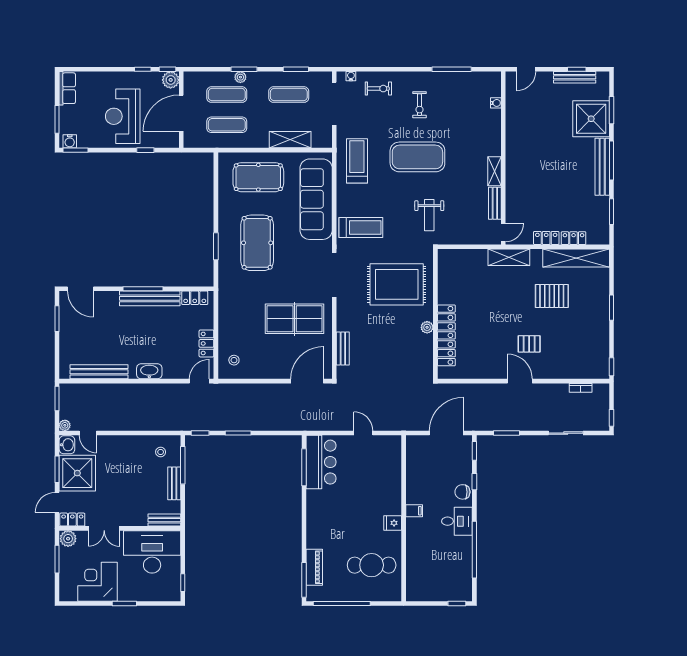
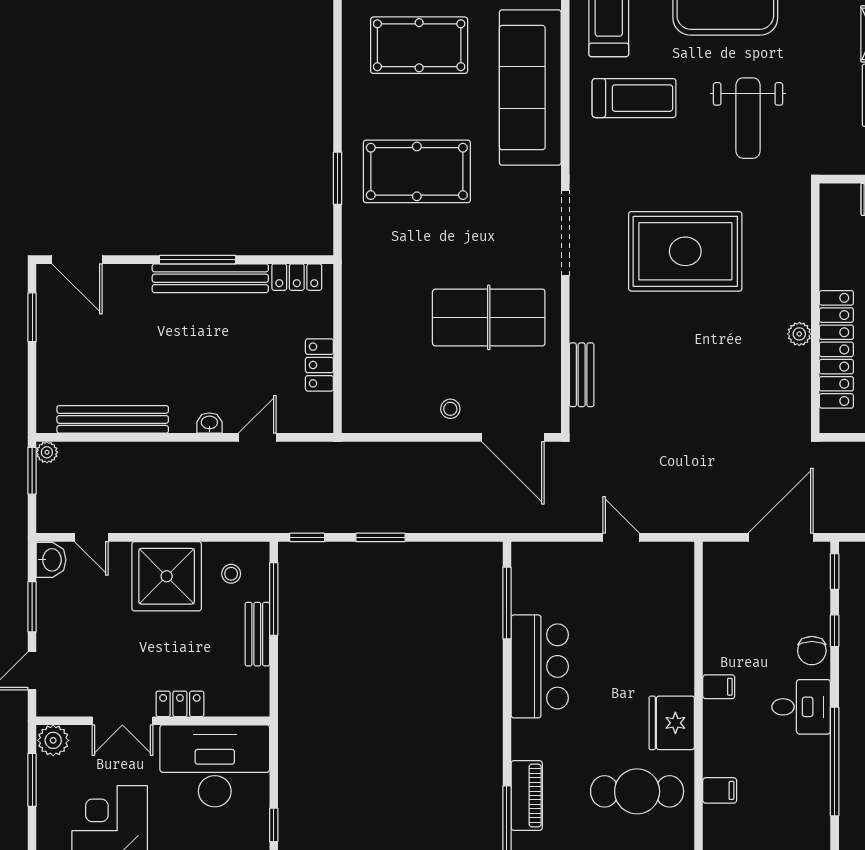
weight bench: (429, 215) -> (748, 118), width x1.36, depth x1.33
treadmill: (361, 227) -> (634, 98), moved
pool table: (257, 243) -> (417, 171), turned 90
wall: (435, 314) -> (815, 308), moved
plant: (427, 327) -> (799, 334), moved
locker: (446, 335) -> (836, 349), moved
stool: (234, 360) -> (450, 409), moved
washbasin: (149, 371) -> (209, 423), width x0.52, depth x0.69
door: (199, 381) -> (257, 437), moved
door: (307, 381) -> (513, 437), swing flipped
plant: (65, 425) -> (47, 452), moved
bar counter: (321, 462) -> (540, 666), moved
shower: (77, 473) -> (167, 576), moved
chair: (462, 492) -> (812, 651), turned -90
locker: (72, 520) -> (180, 704), moved
bench: (164, 520) -> (238, 705), removed
fridge: (393, 523) -> (672, 723), width x1.88, depth x1.34
filing cabinet: (415, 565) -> (720, 790), added

